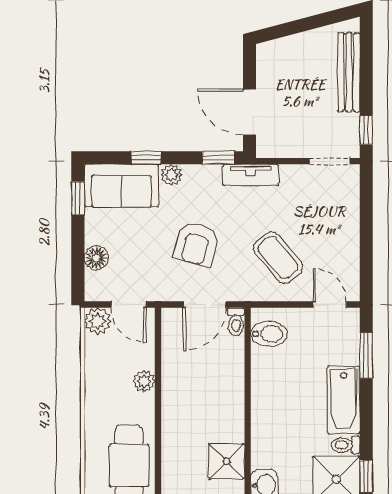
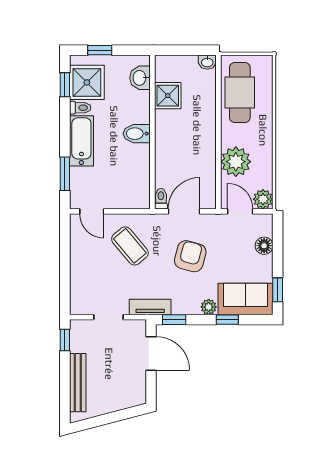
doorway: (330, 161) -> (109, 317), moved
bidet: (269, 334) -> (137, 134), moved
plant: (144, 381) -> (236, 162), width x1.88, depth x1.88

